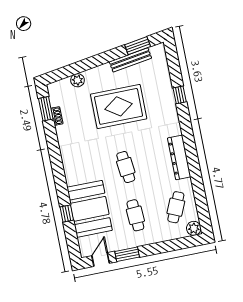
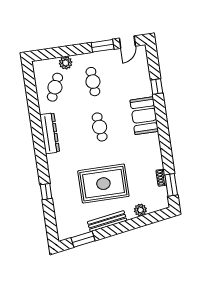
bench: (130, 60) -> (107, 221), moved
booth: (90, 209) -> (144, 116), moved, width x0.73, depth x0.70
plant: (194, 228) -> (66, 63), moved

